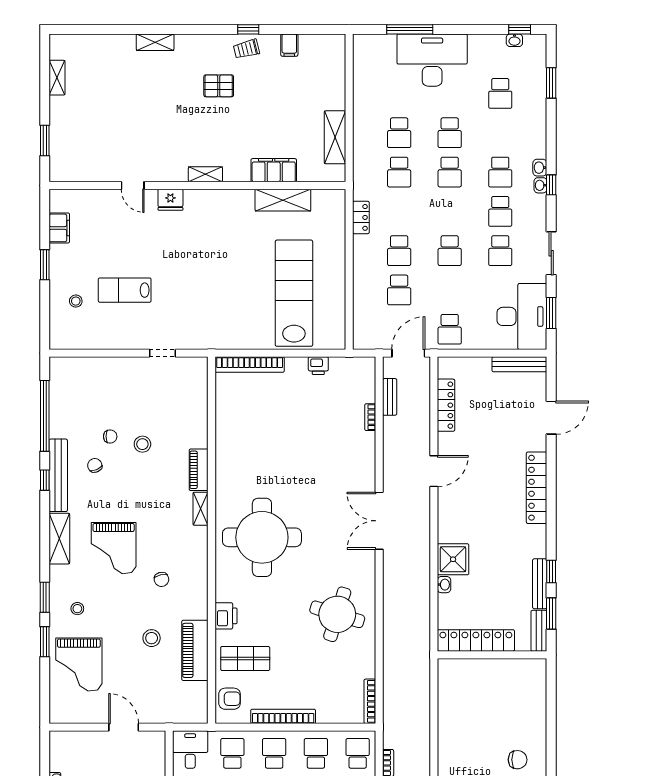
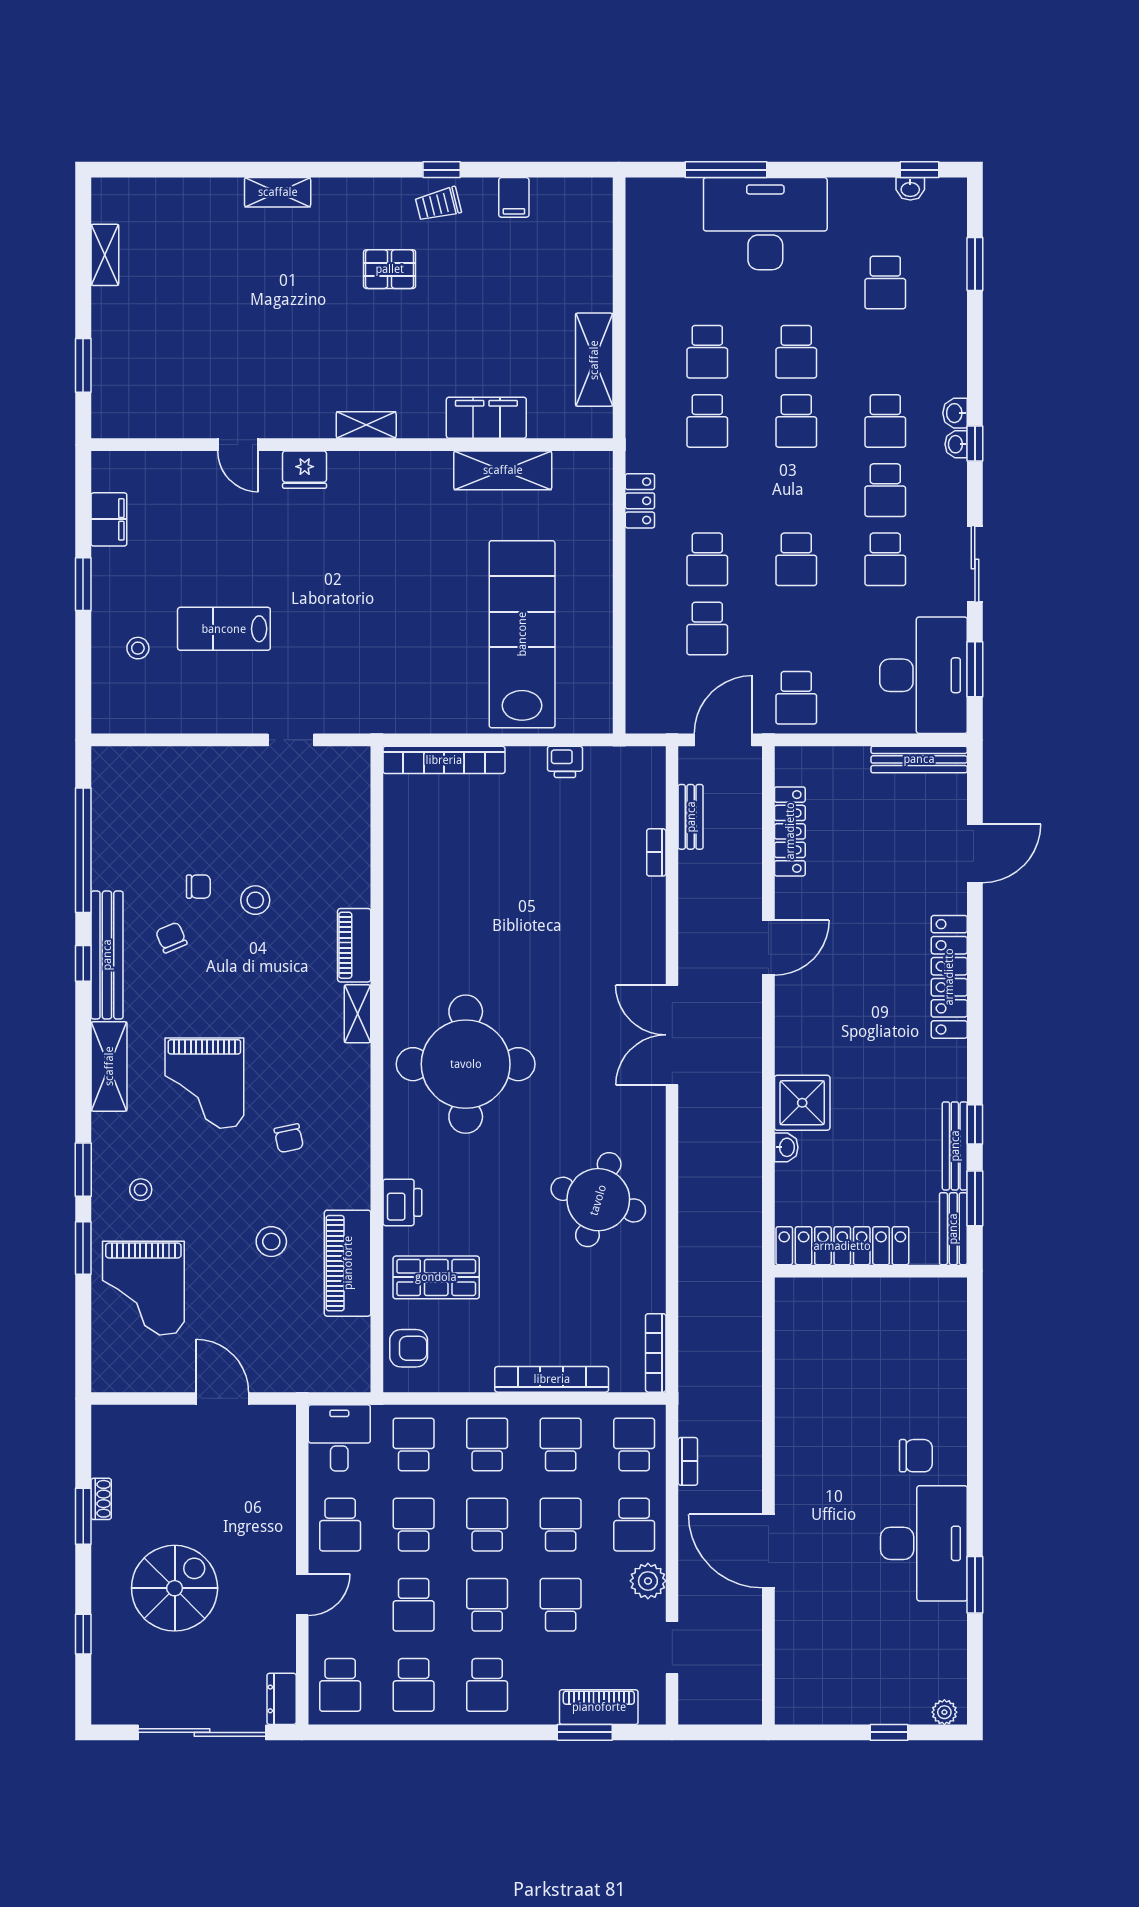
bookcase: (283, 716) -> (552, 1379), moved

